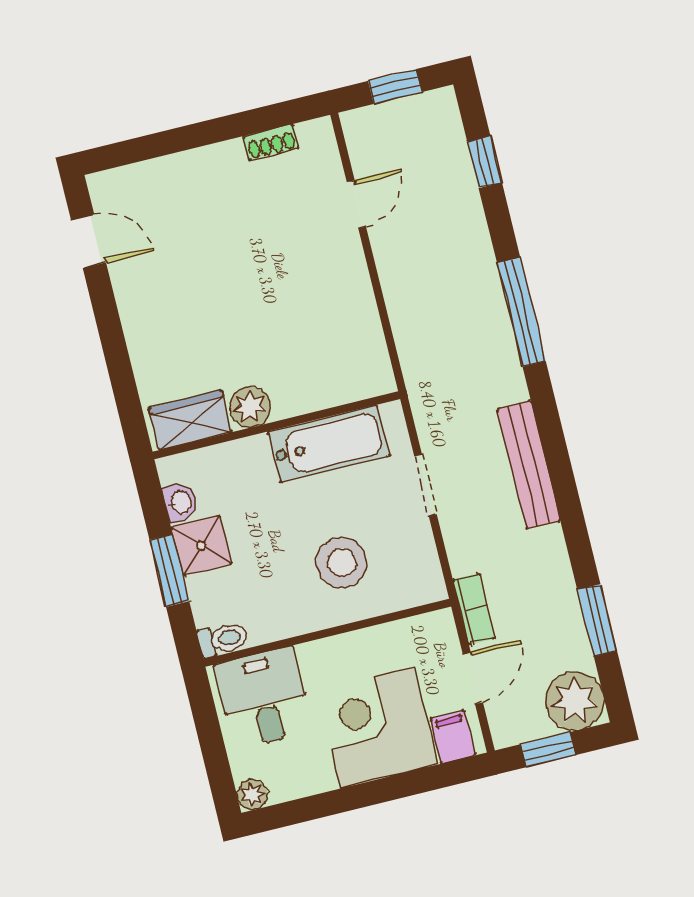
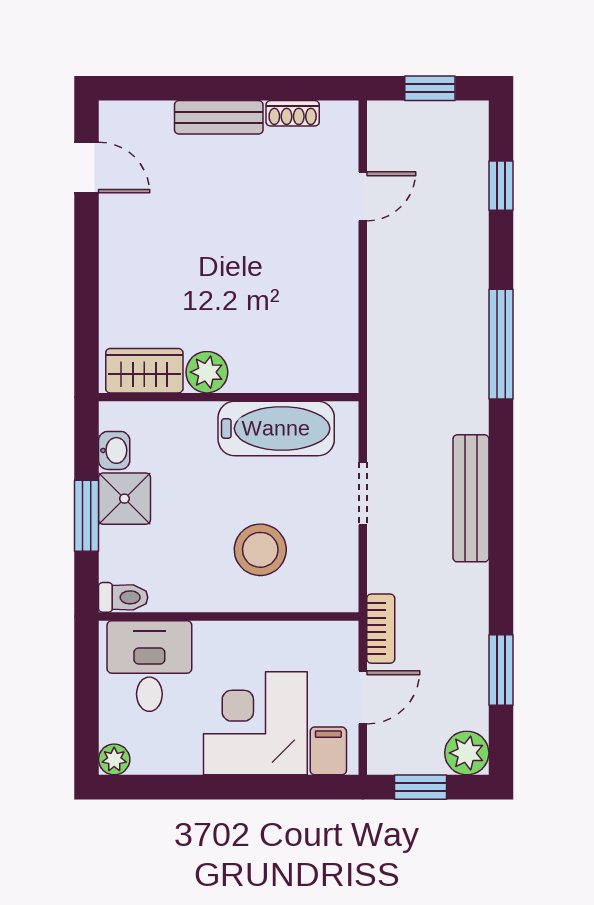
bench: (202, 163) -> (219, 117), added
plant: (575, 701) -> (467, 753), width x0.73, depth x0.73

